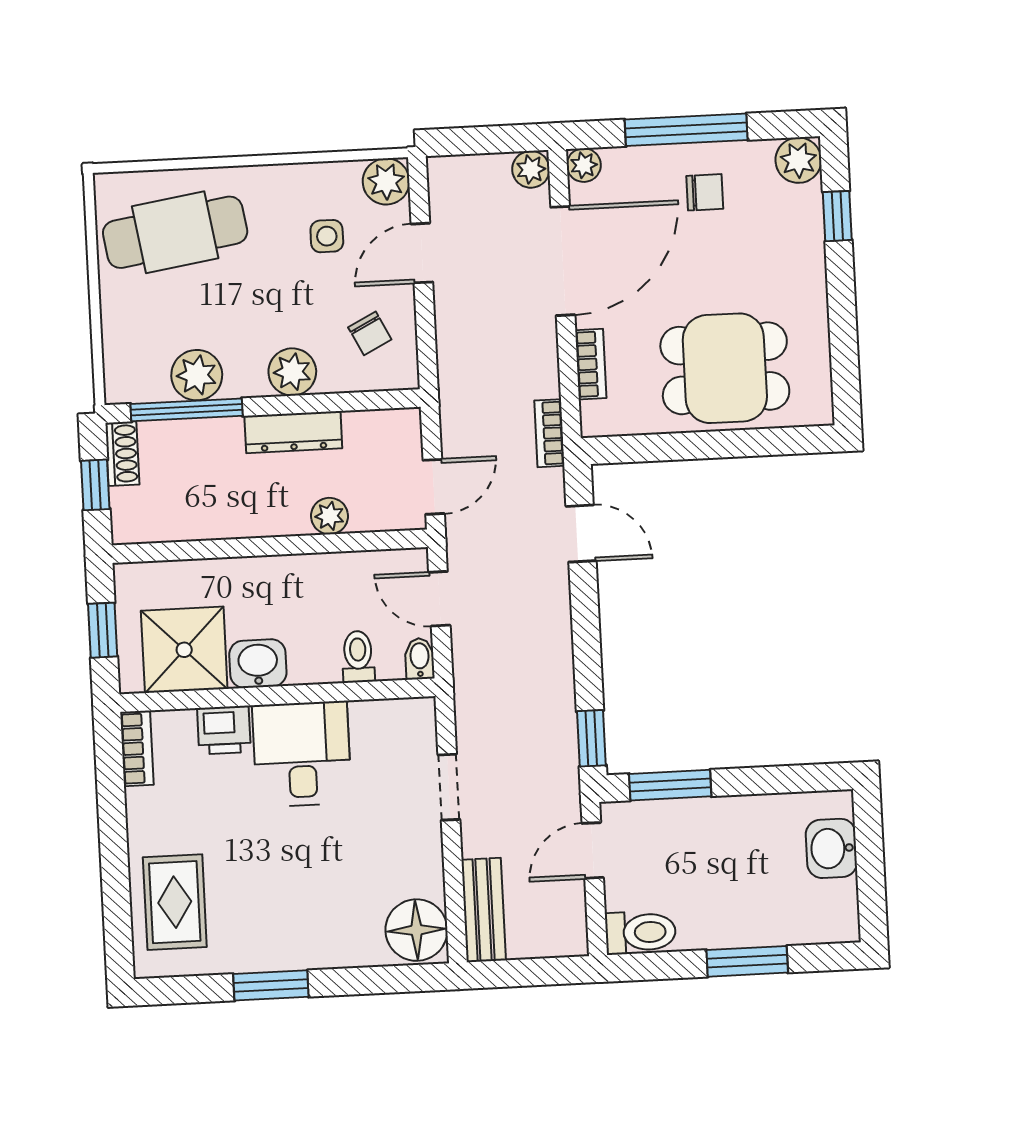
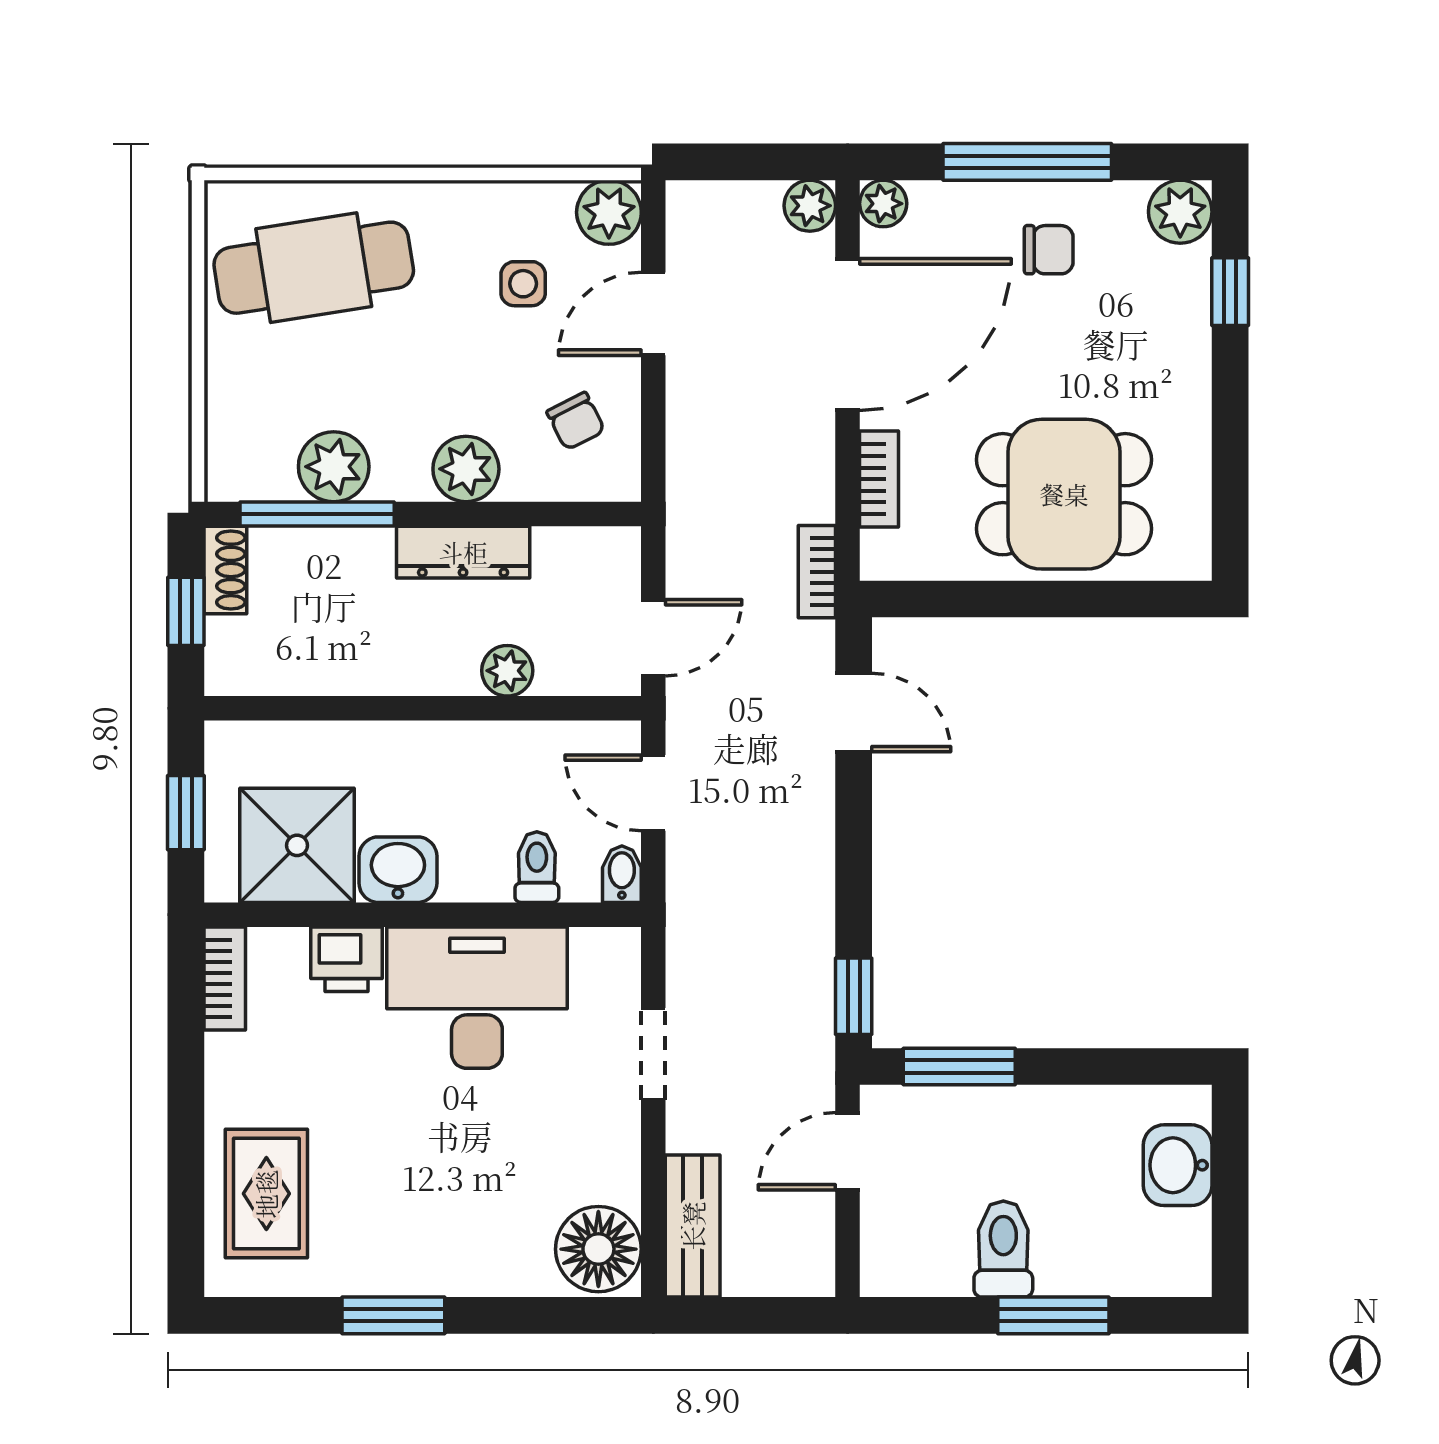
desk: (302, 754) -> (477, 998), width x1.37
toilet: (640, 932) -> (1003, 1249), moved, turned -90

